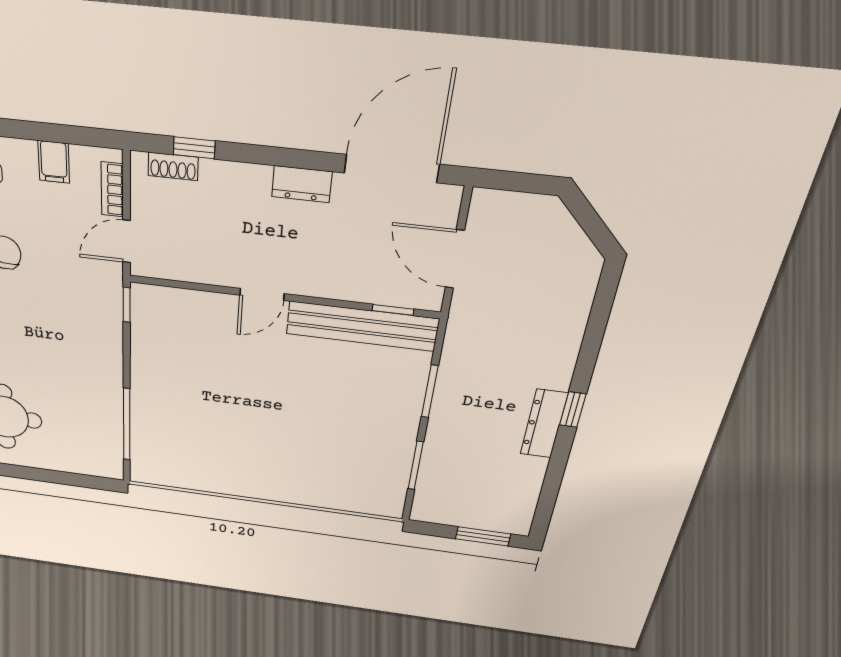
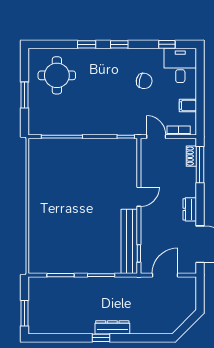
window: (194, 148) -> (200, 165), width x2.17
door: (262, 294) -> (139, 197), swing flipped
dresser: (544, 424) -> (112, 327), moved
window: (46, 476) -> (25, 95), added

